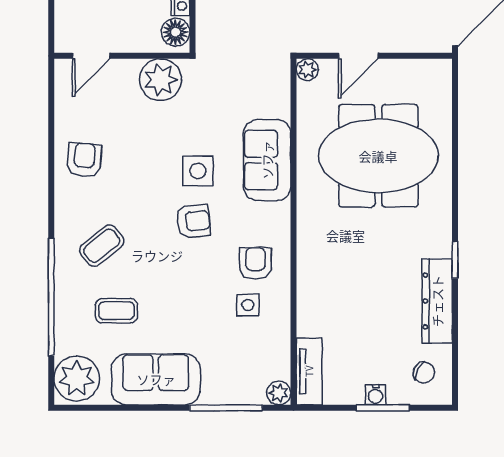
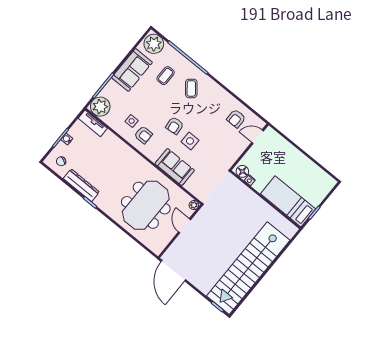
door: (91, 56) -> (257, 137), hinge flipped
plant: (160, 80) -> (231, 153), removed
armchair: (84, 160) -> (236, 119), moved, turned 85
plant: (279, 393) -> (100, 107), width x1.87, depth x1.87

